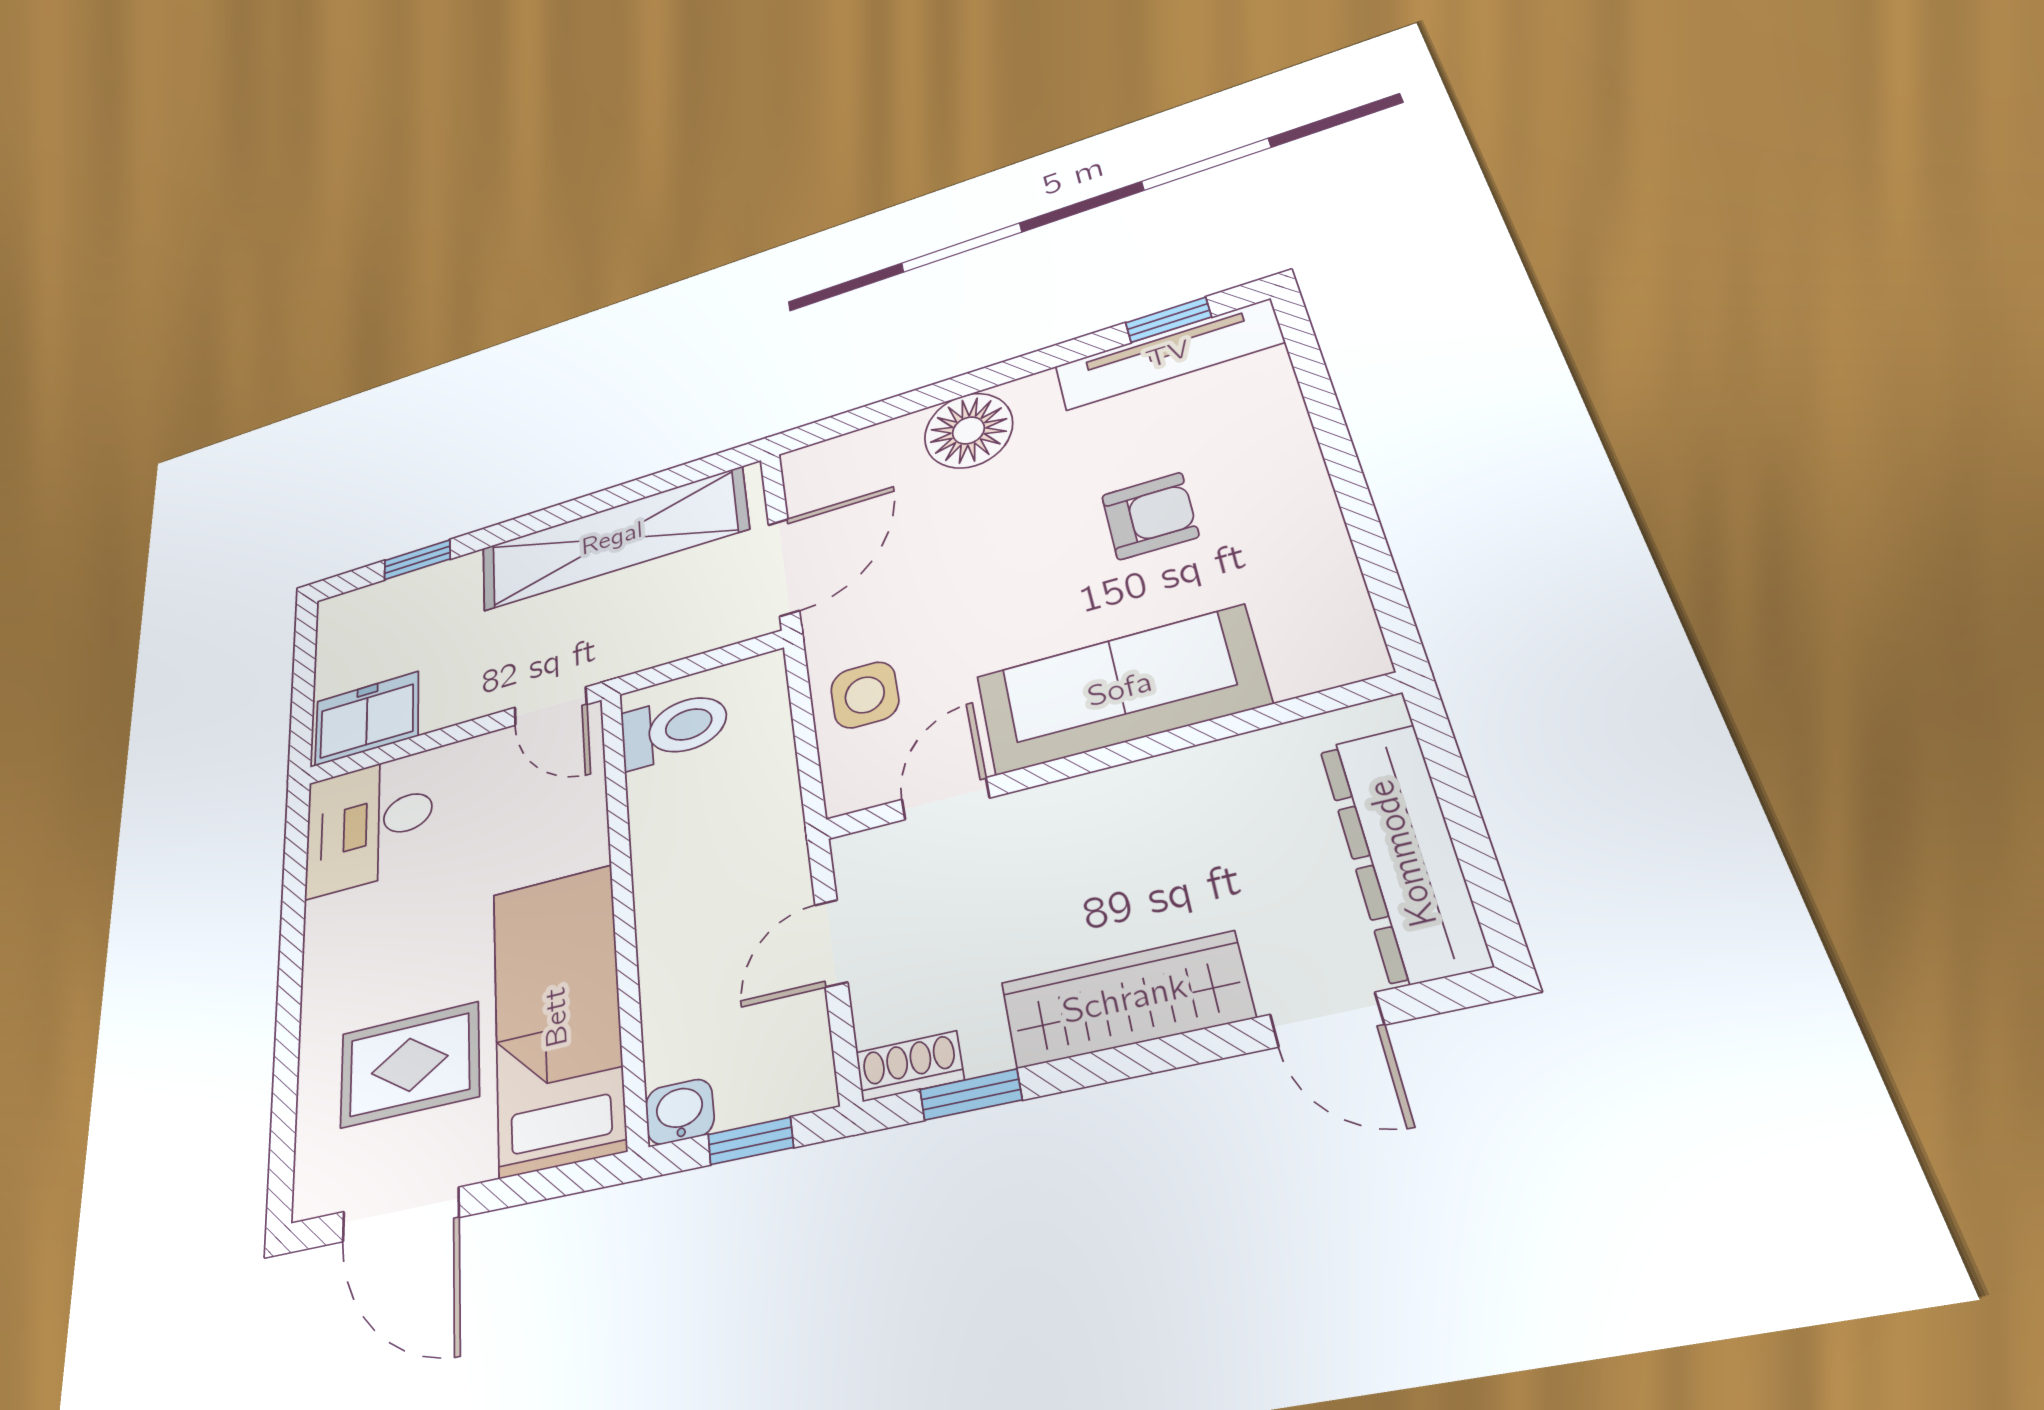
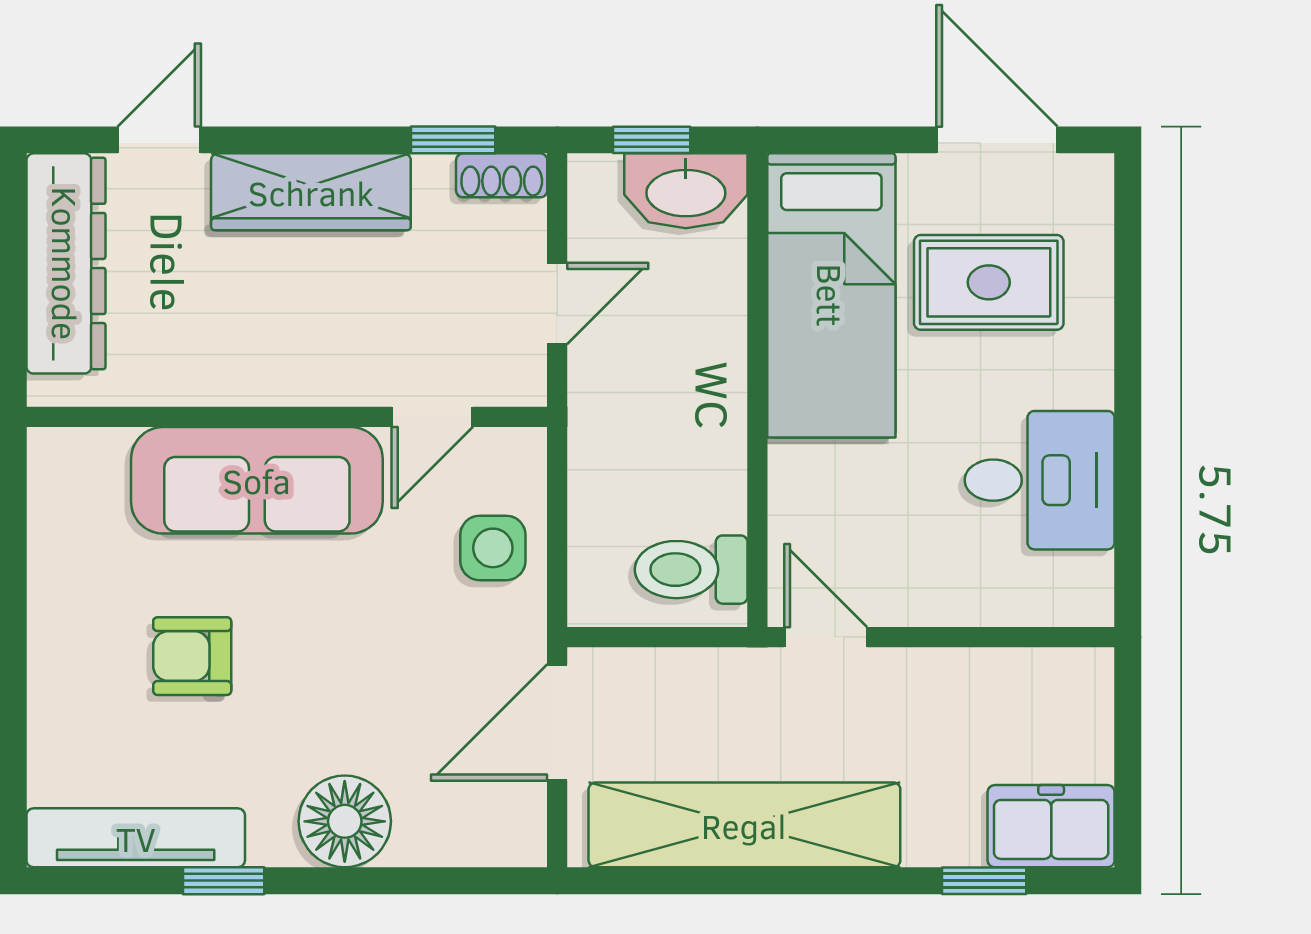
window: (1168, 320) -> (224, 881), moved
freezer: (367, 719) -> (1051, 826), moved, turned 180
desk: (369, 824) -> (1040, 480), moved
door: (1327, 1020) -> (159, 140), hinge flipped
washbasin: (680, 1112) -> (686, 191), width x1.91, depth x1.45

